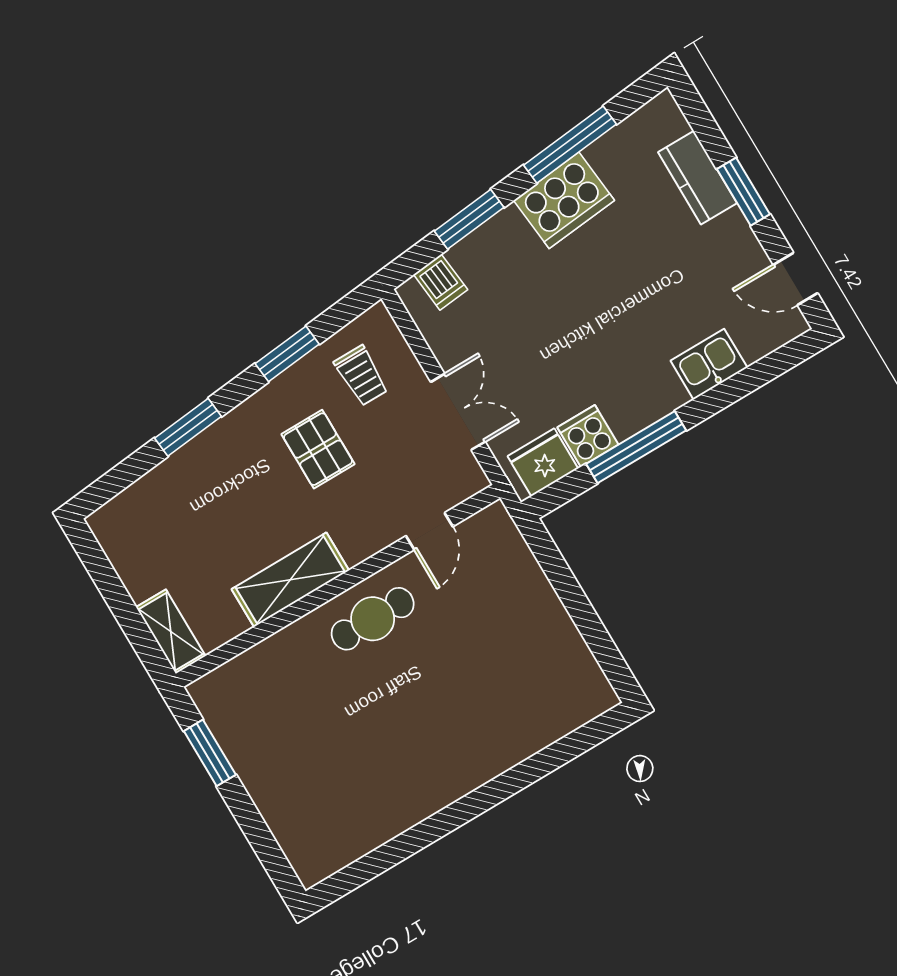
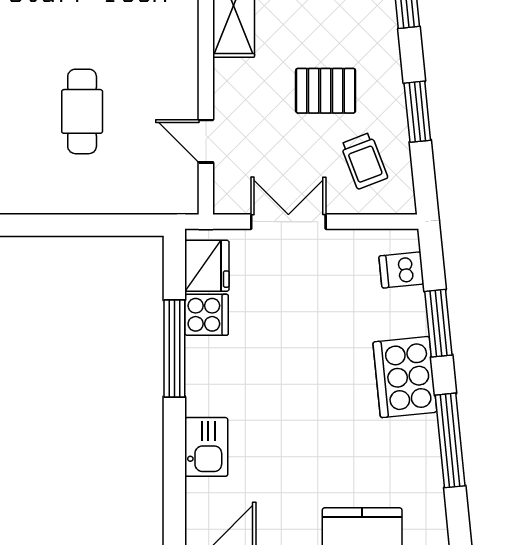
cooker: (564, 200) -> (405, 377), moved
trolley: (361, 376) -> (364, 161), turned -111
double door: (458, 412) -> (288, 222), swing flipped
cafe table: (373, 619) -> (82, 111), moved

